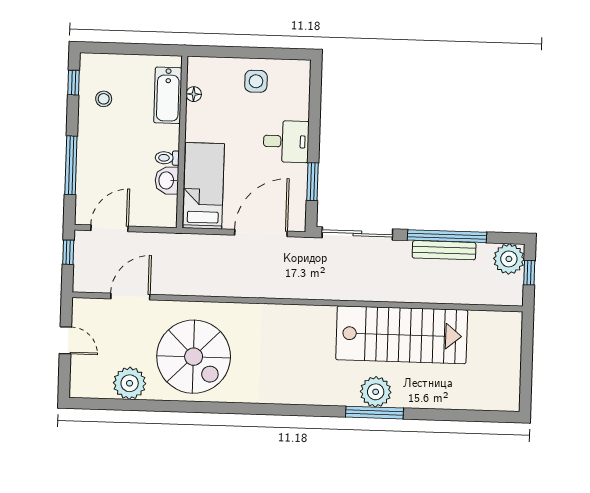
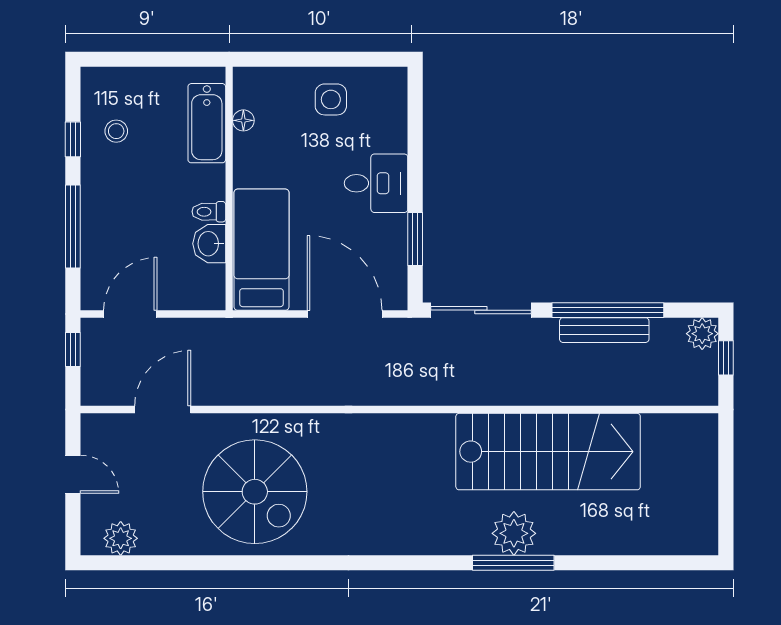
window: (74, 83) -> (73, 139), moved
door: (261, 233) -> (345, 314), hinge flipped
plant: (509, 259) -> (702, 334), width x0.73, depth x0.73
plant: (130, 383) -> (121, 538), moved, width x0.73, depth x0.73

